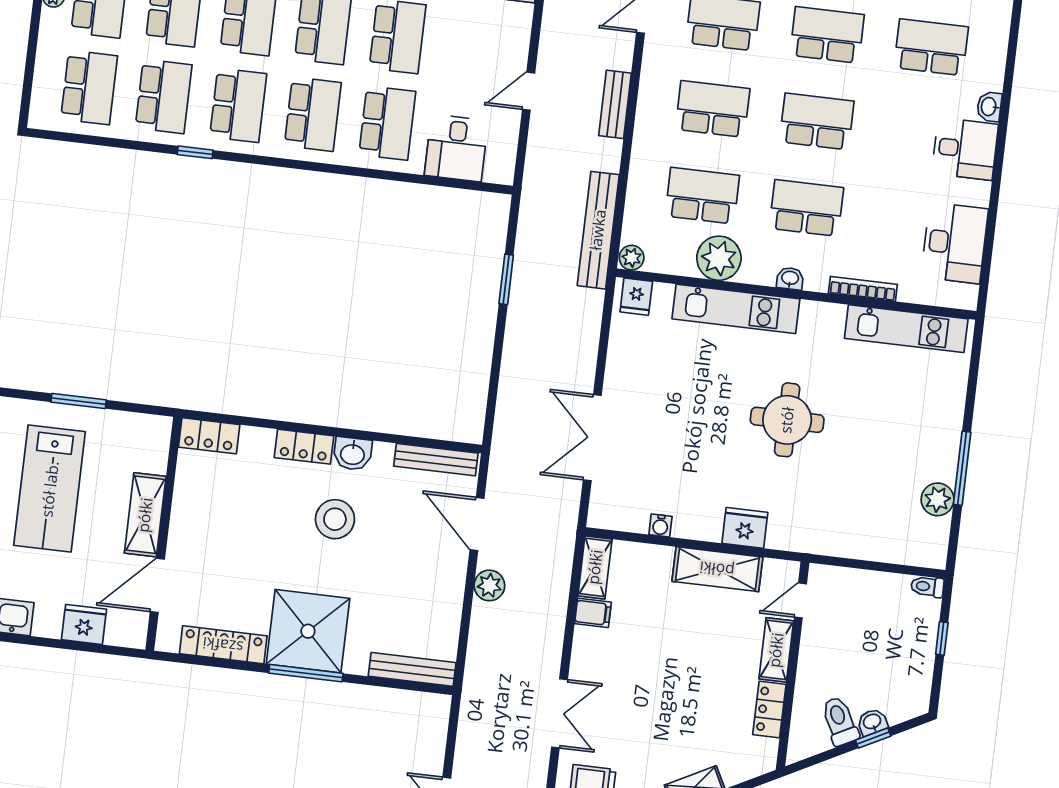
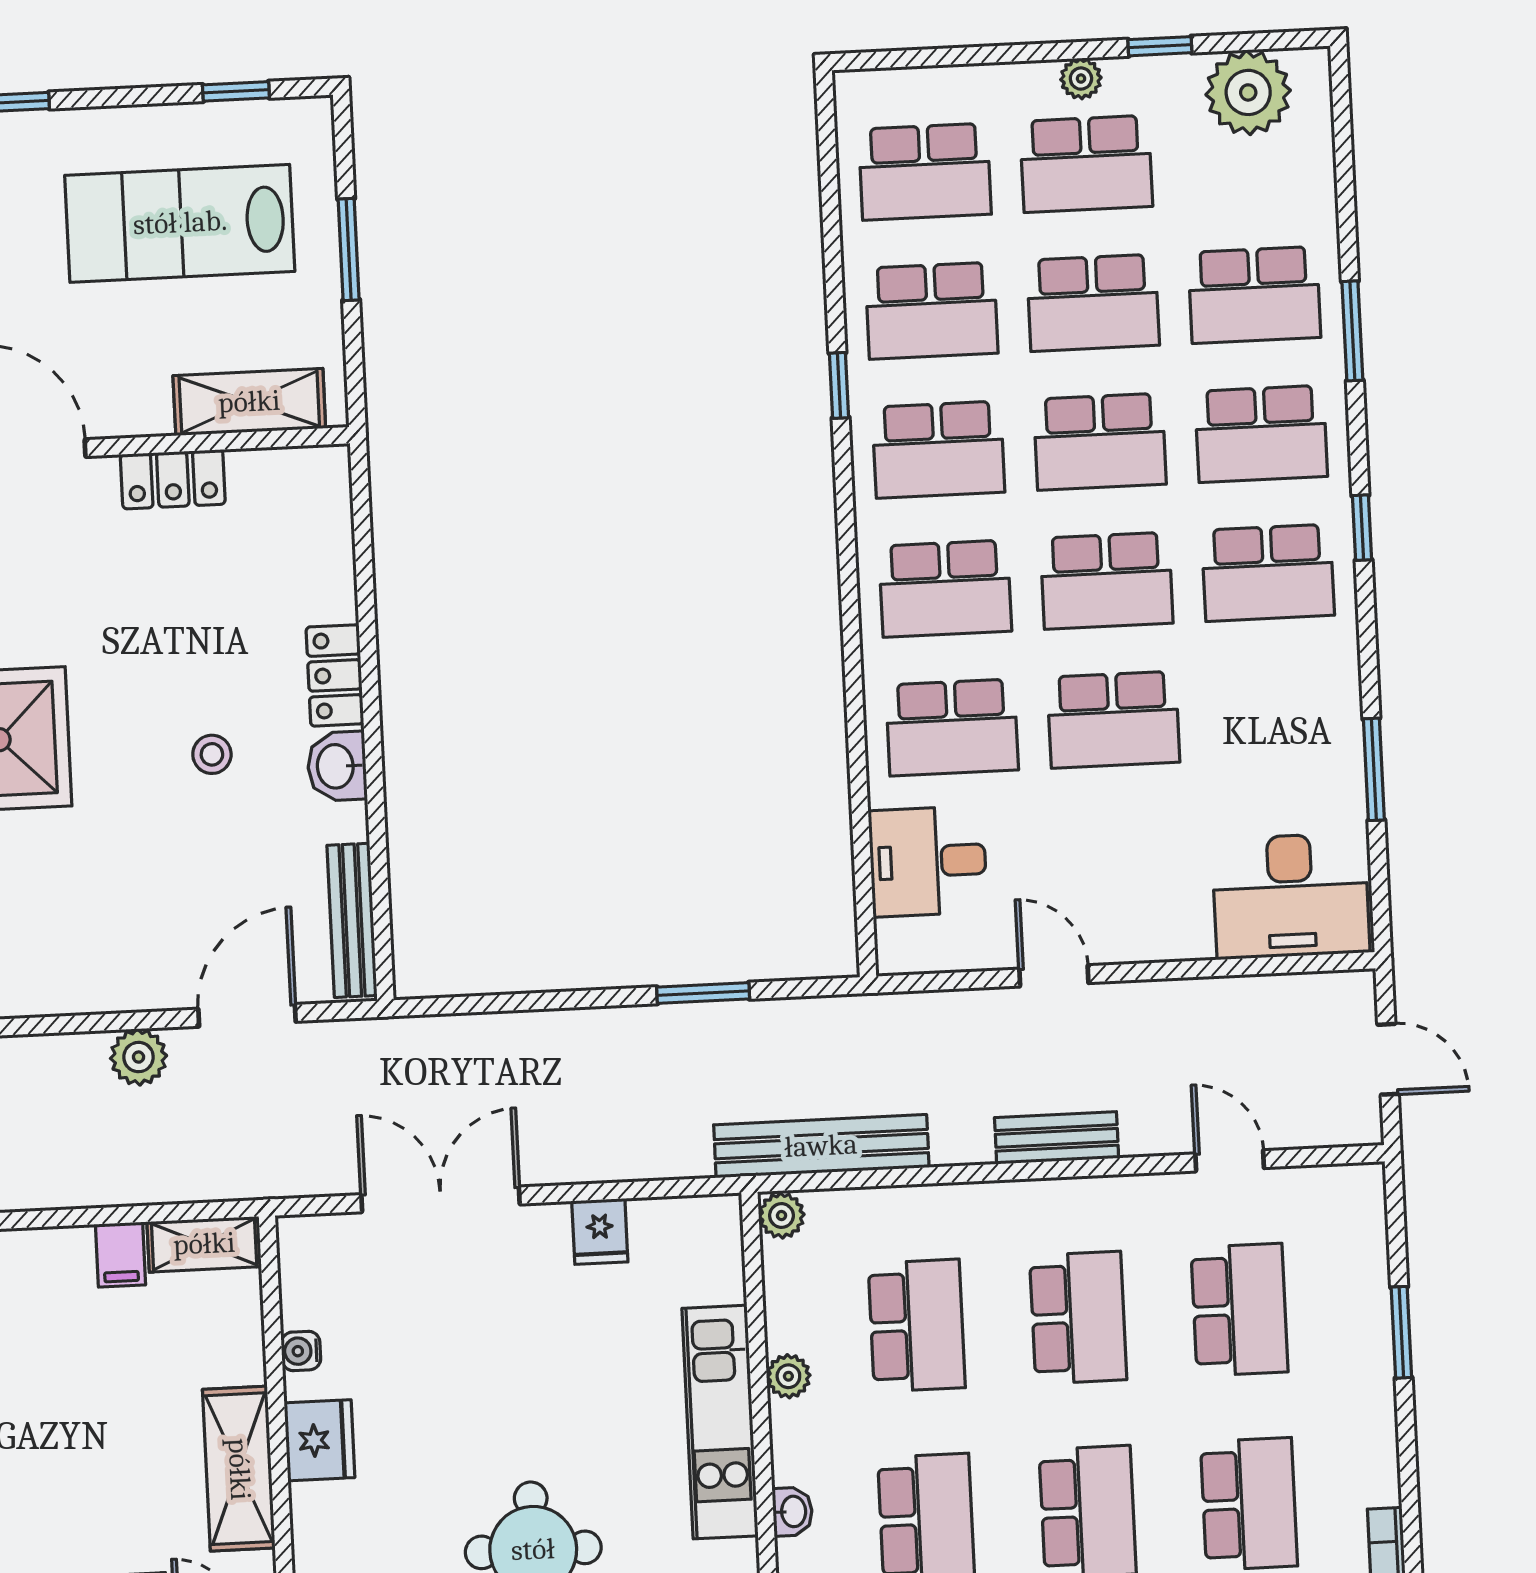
plant: (719, 258) -> (788, 1376), width x0.53, depth x0.53
fridge: (636, 297) -> (600, 1231), moved, turned -90
locker: (209, 436) -> (173, 479), moved, turned -90
shelving: (145, 515) -> (249, 402), moved
stool: (335, 519) -> (212, 754), width x0.53, depth x0.53
fridge: (745, 528) -> (319, 1440), moved

